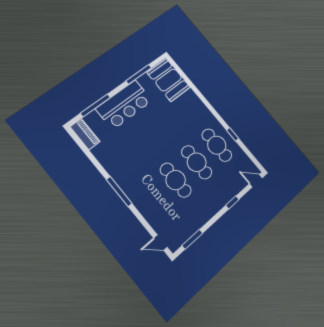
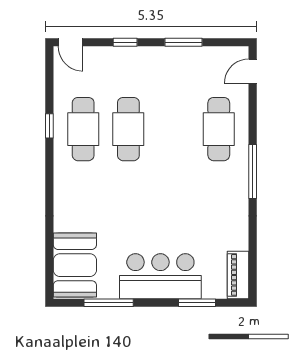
window: (95, 105) -> (197, 303), width x0.69
cafe table: (176, 180) -> (219, 129), moved
window: (192, 239) -> (184, 42), moved
door: (160, 243) -> (253, 71), swing flipped

